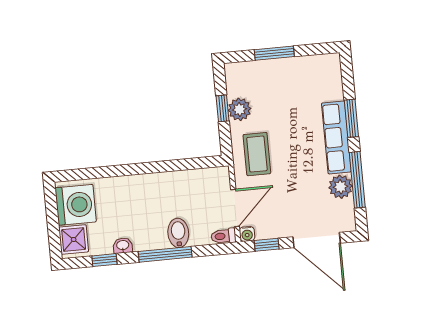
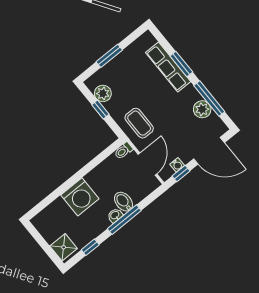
plant: (239, 109) -> (103, 93), moved
row of seats: (336, 137) -> (168, 67), moved
washing machine: (76, 205) -> (80, 197), moved, turned 90
water cooler: (247, 234) -> (177, 165), moved
toilet: (223, 236) -> (124, 151), moved
washbasin: (123, 246) -> (115, 215), moved

